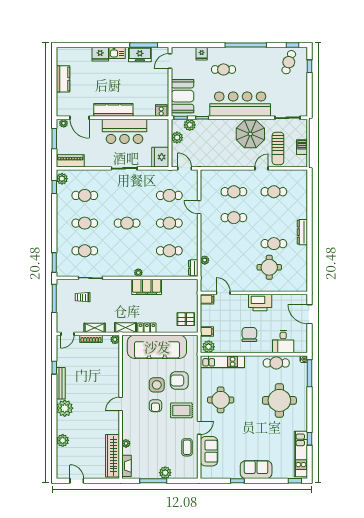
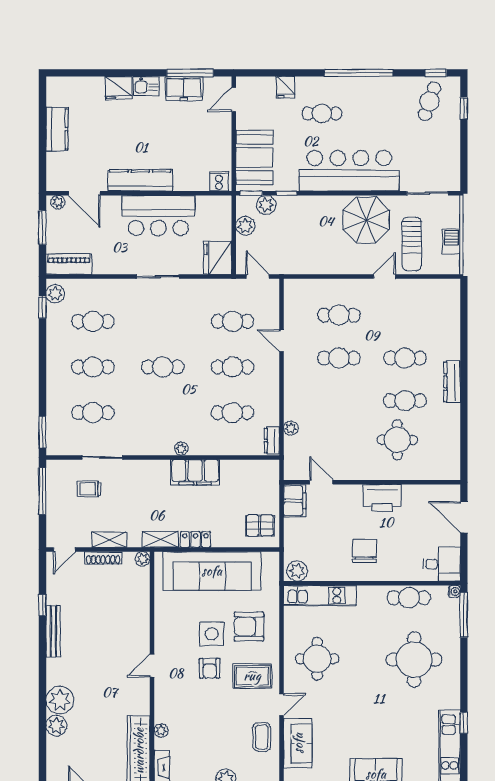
cafe table: (274, 192) -> (405, 358), moved
filing cabinet: (207, 299) -> (295, 501), width x2.00
filing cabinet: (207, 332) -> (294, 546), removed
desk: (283, 342) -> (442, 564), moved, turned -90
plant: (65, 408) -> (60, 700), moved

